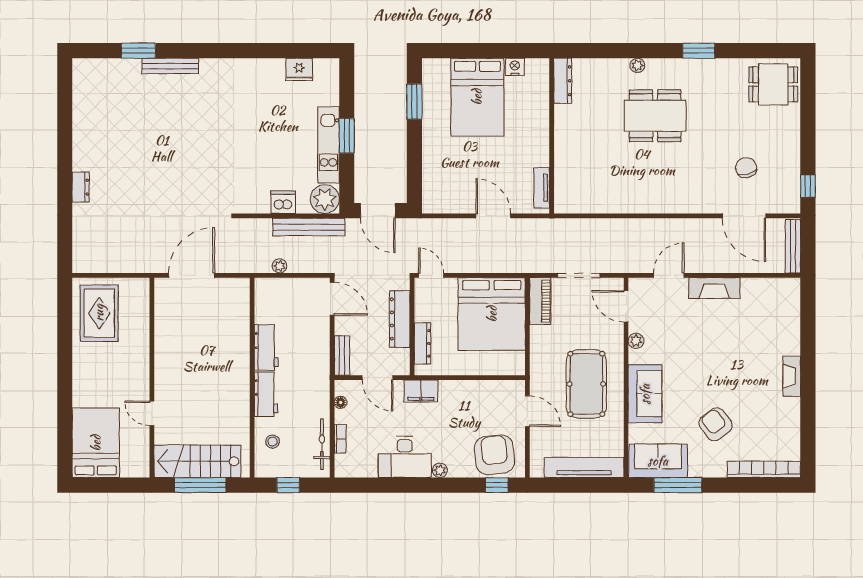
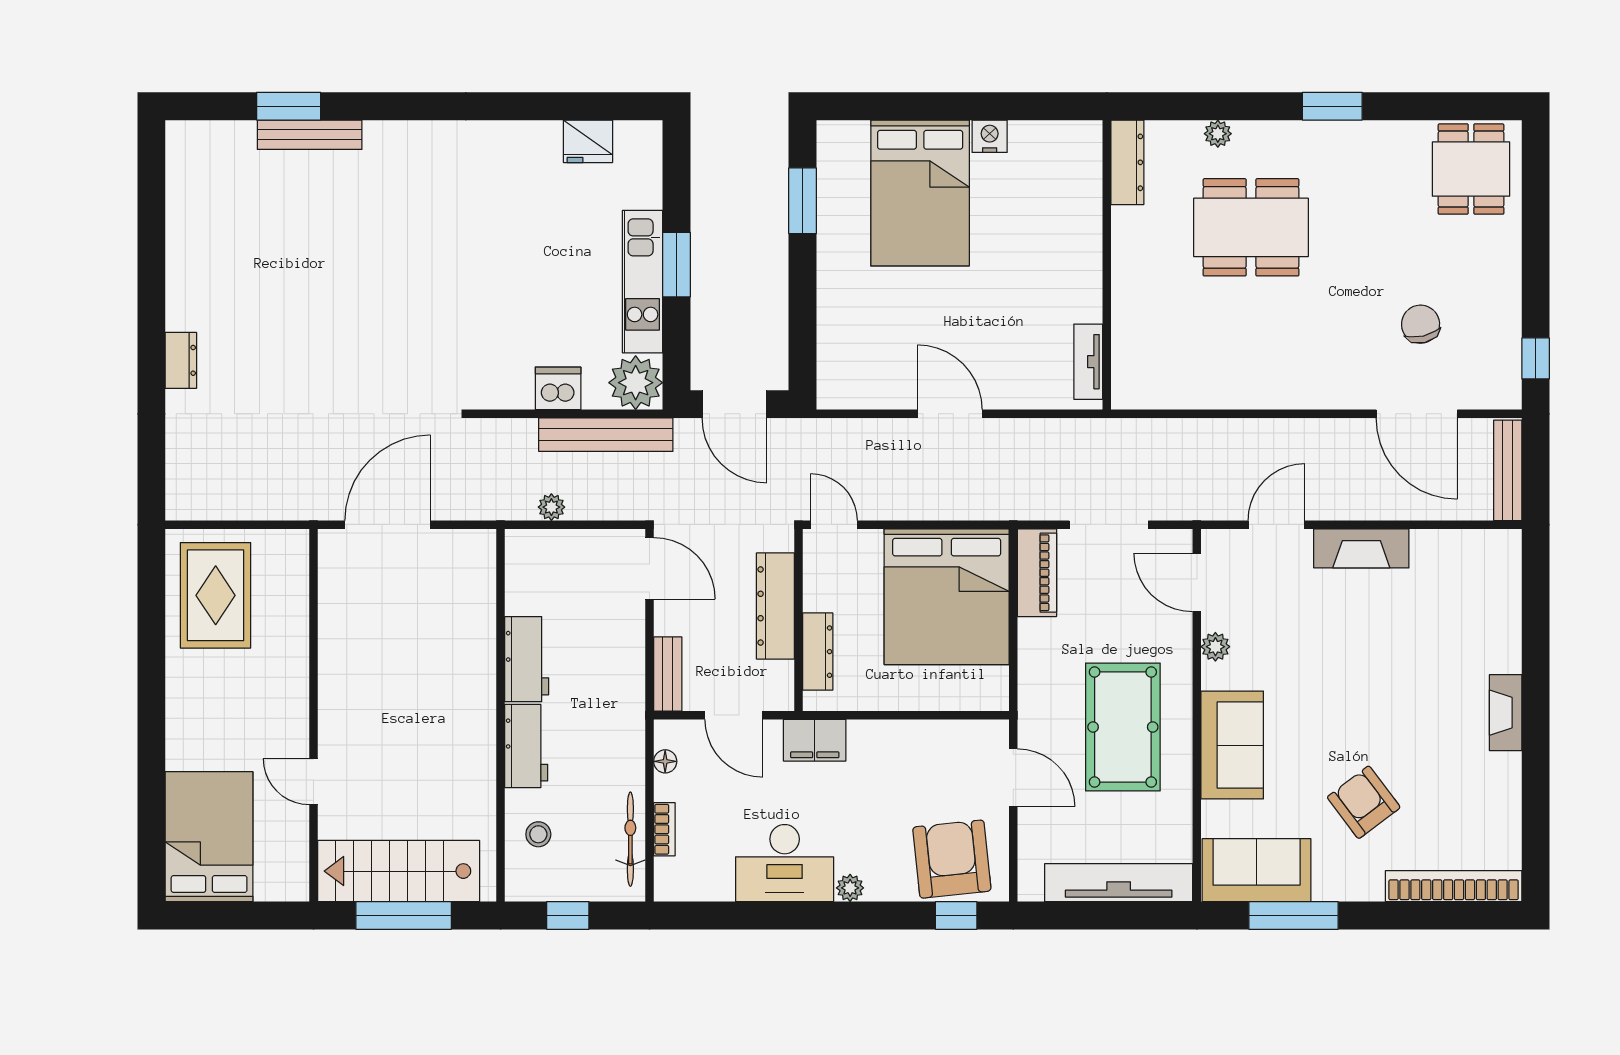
bench: (170, 66) -> (310, 135), moved
dresser: (563, 81) -> (1127, 162), moved
dining table: (773, 84) -> (1471, 169), turned 90
wall: (552, 136) -> (1107, 265), moved
tv unit: (542, 188) -> (1088, 362), moved

